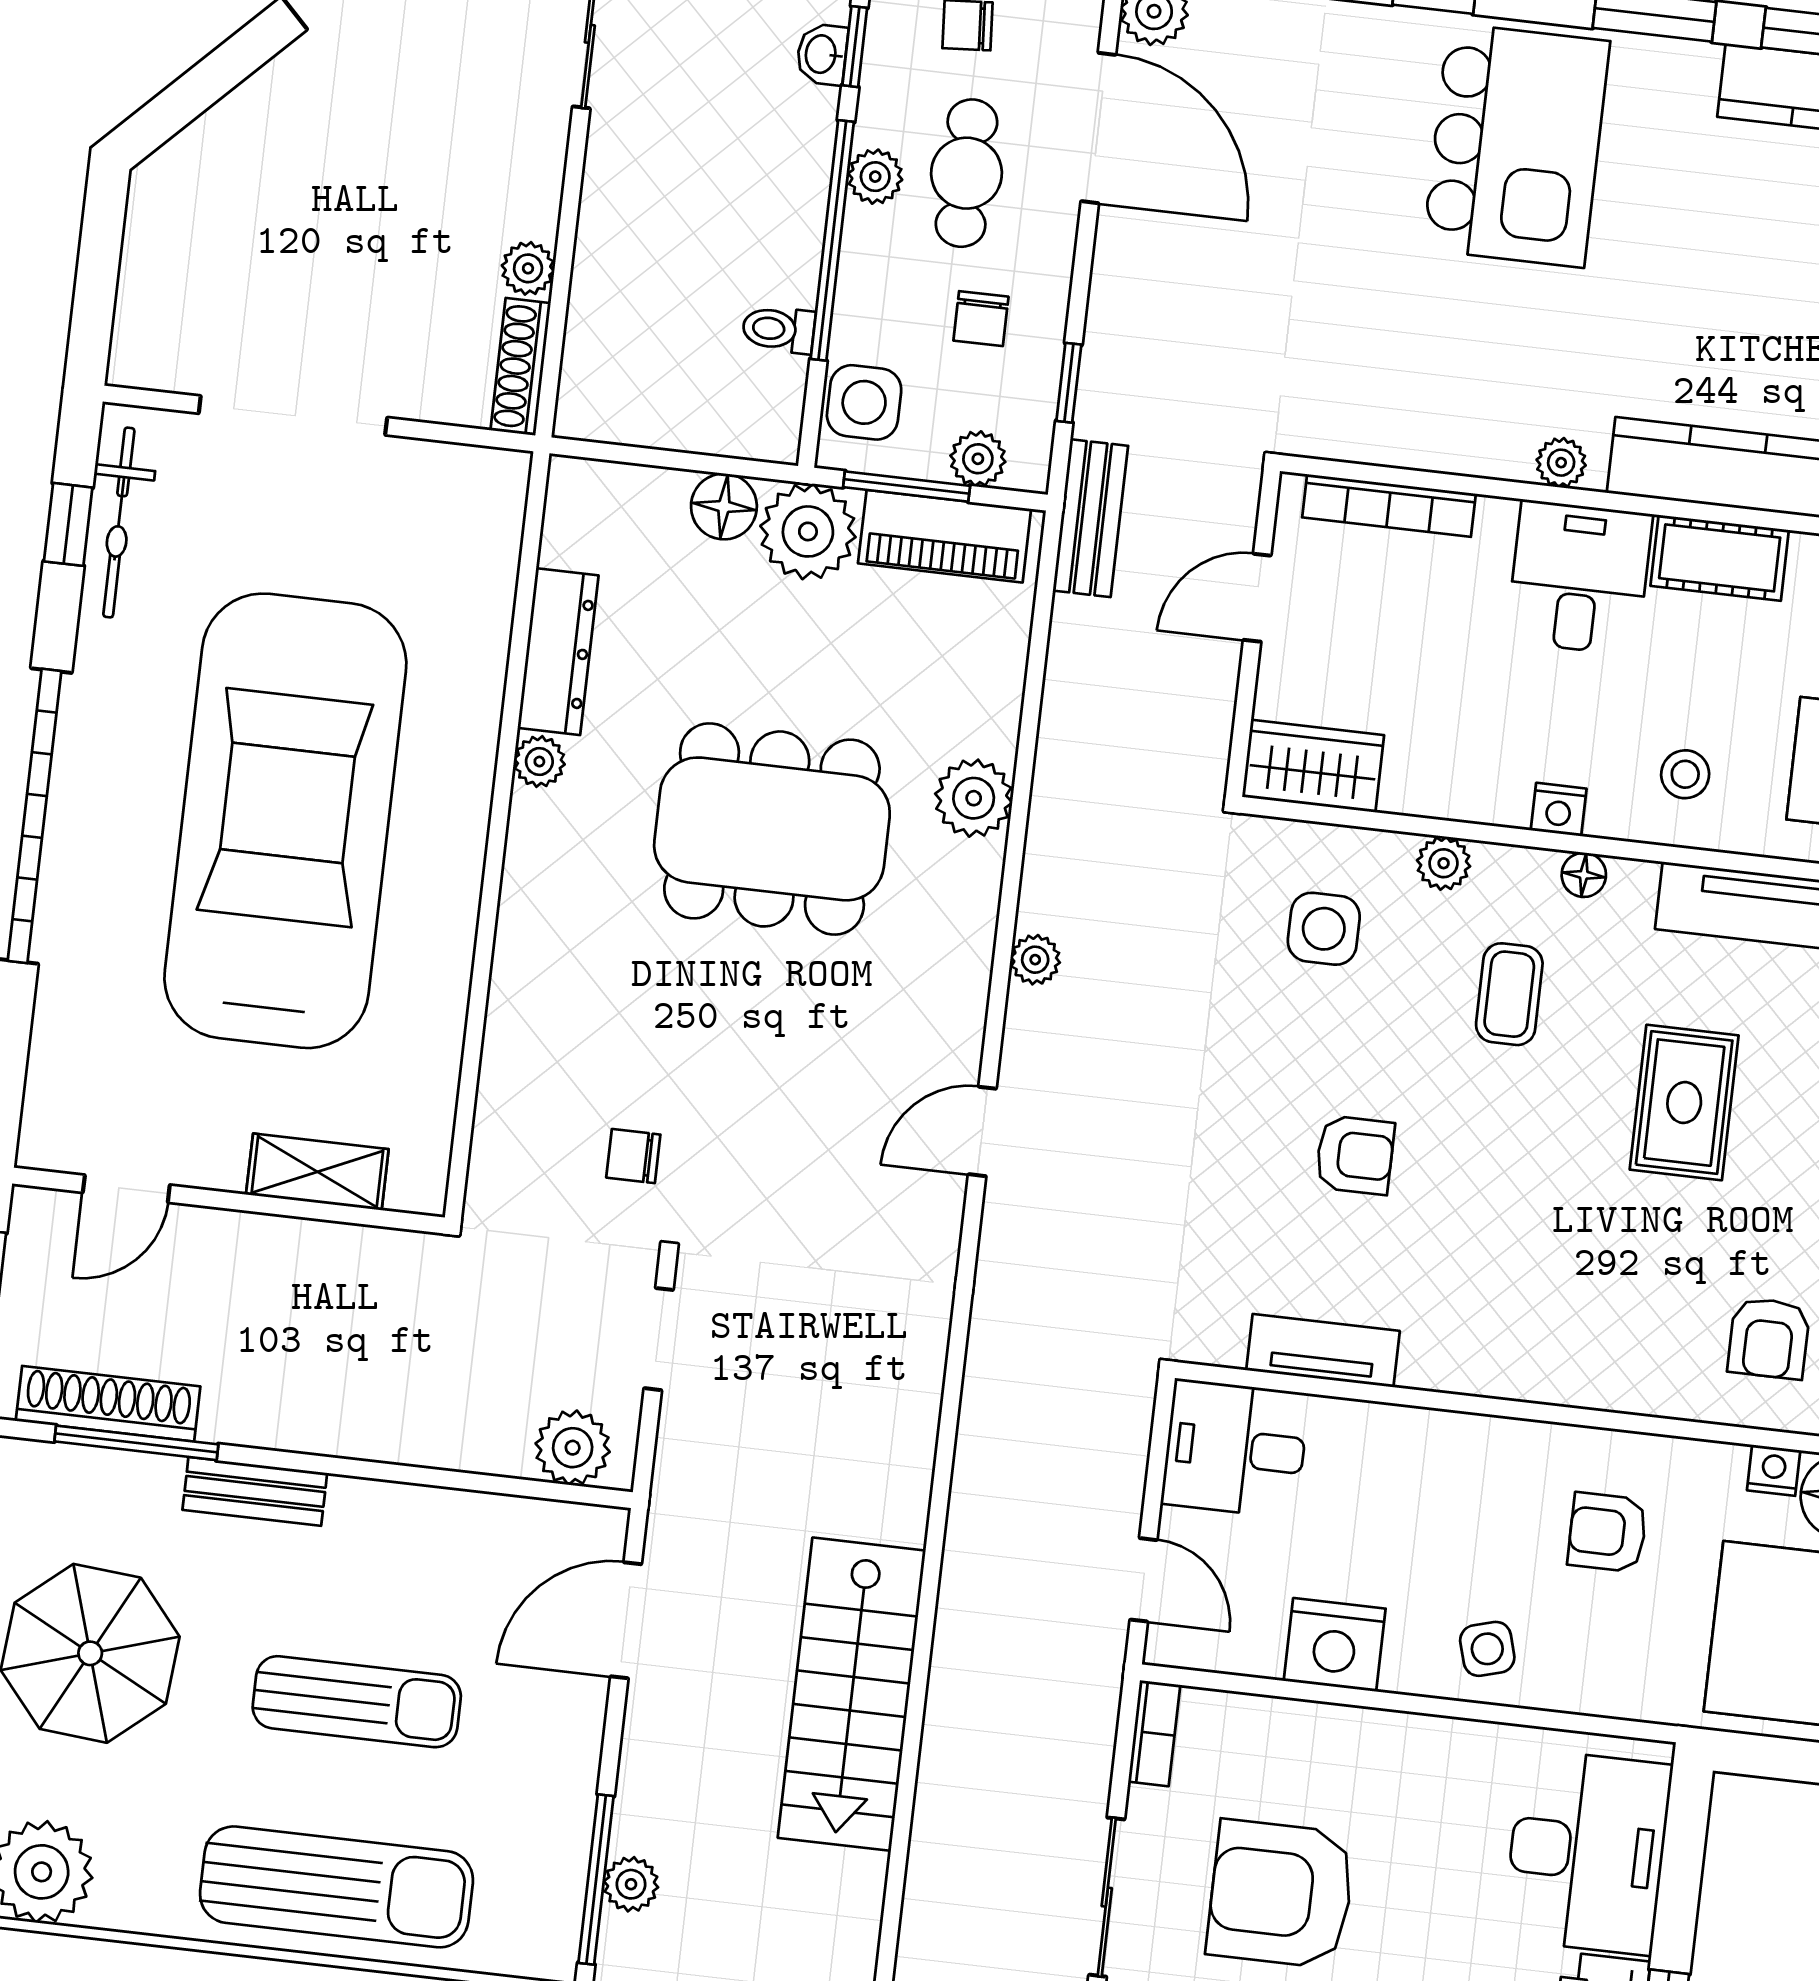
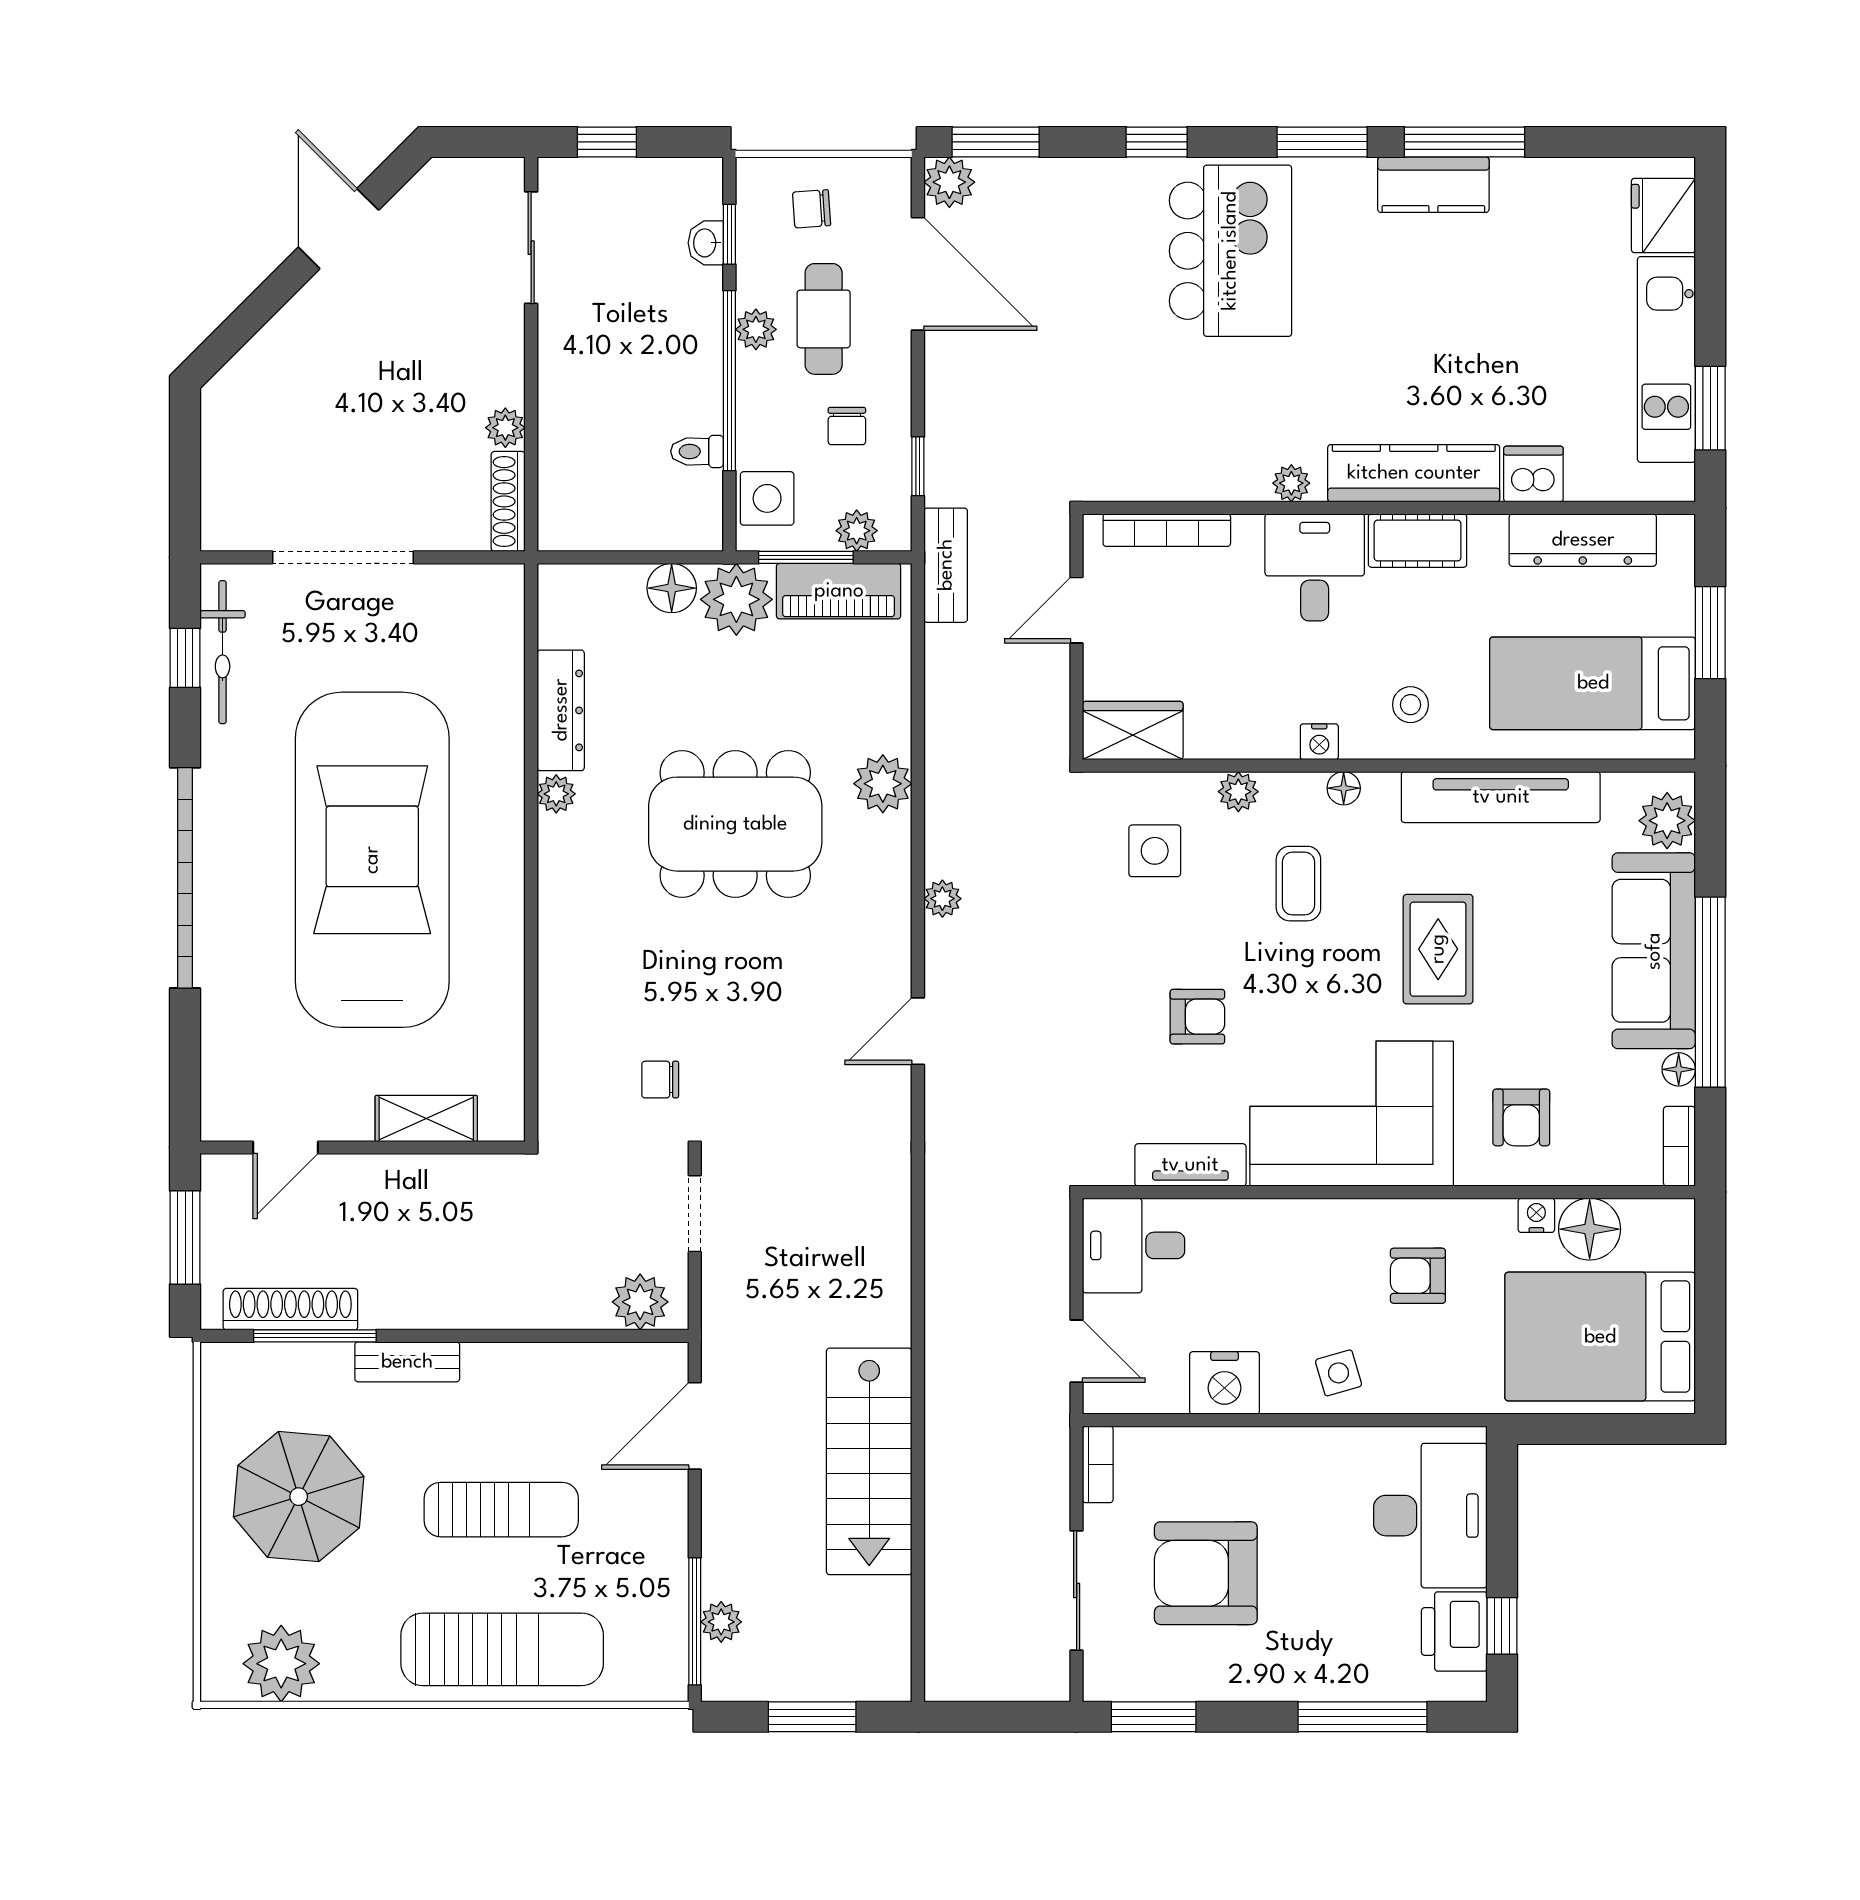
corner sofa: (1544, 1307) -> (1352, 1114), added

